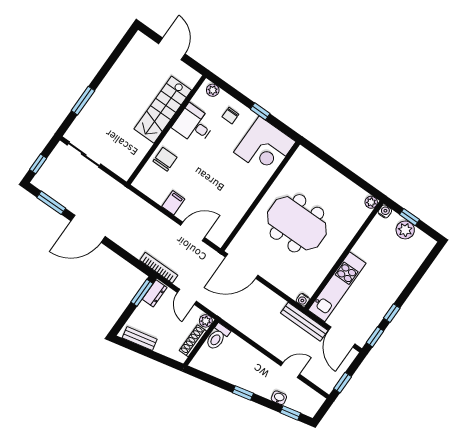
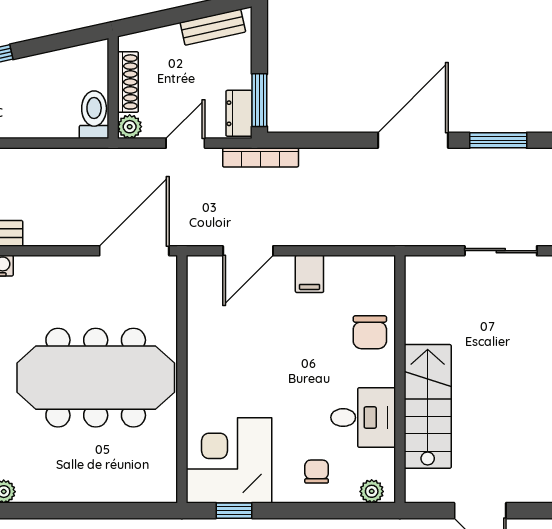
window: (260, 111) -> (234, 511), moved
meeting table: (297, 223) -> (96, 378), width x1.36
door: (187, 297) -> (185, 143), hinge flipped

